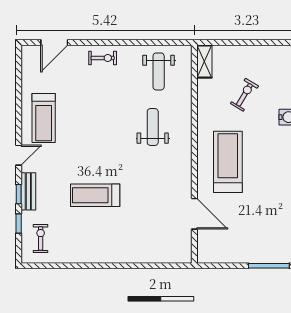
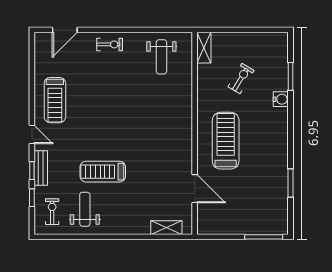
weight bench: (153, 127) -> (85, 209), moved
door: (19, 155) -> (32, 134), hinge flipped
shelving: (164, 256) -> (166, 228), added

